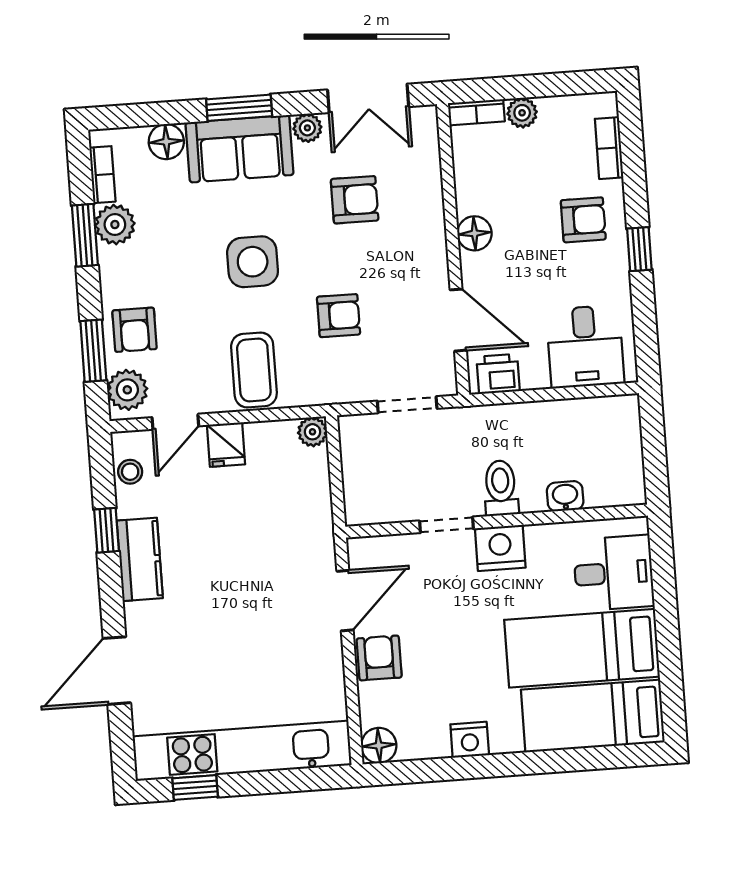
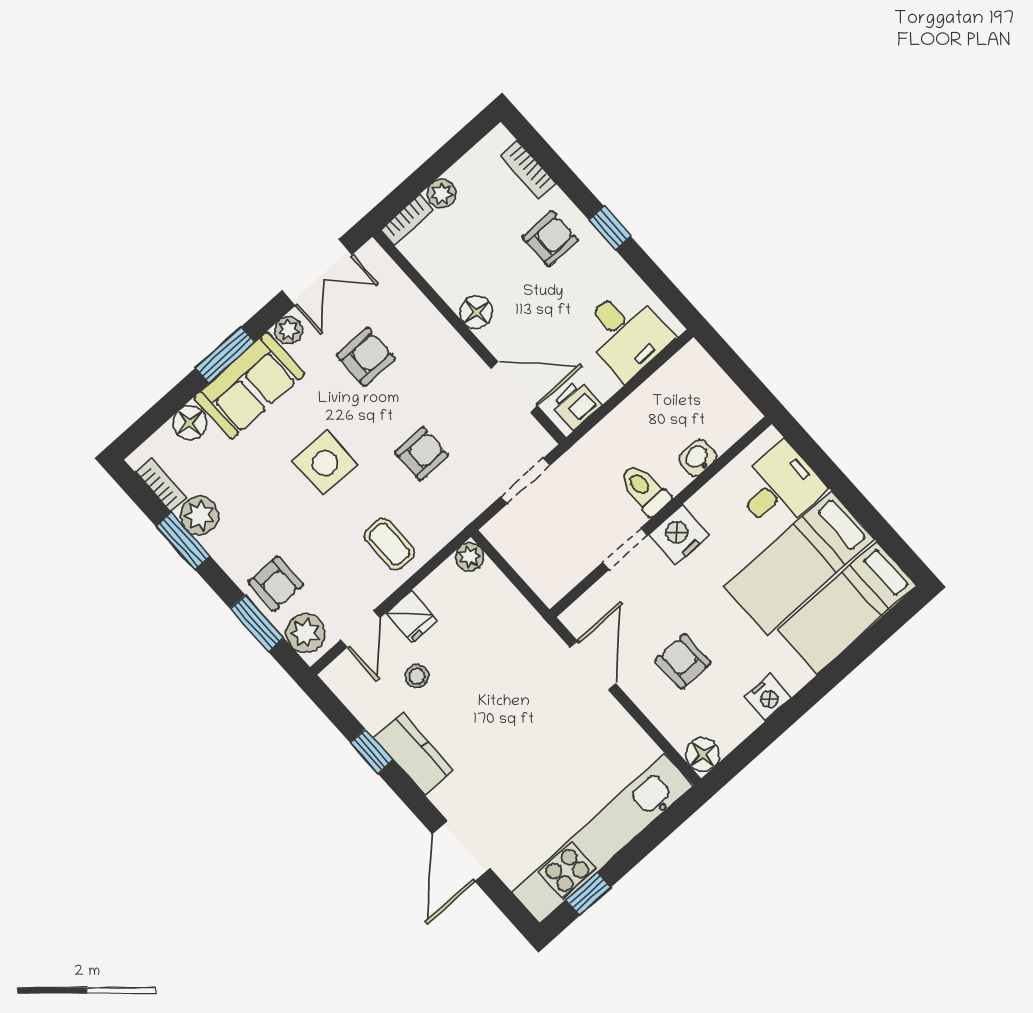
coffee table: (254, 370) -> (389, 544), width x0.73, depth x0.77
stool: (130, 472) -> (417, 676), moved
armchair: (379, 658) -> (683, 661), moved

